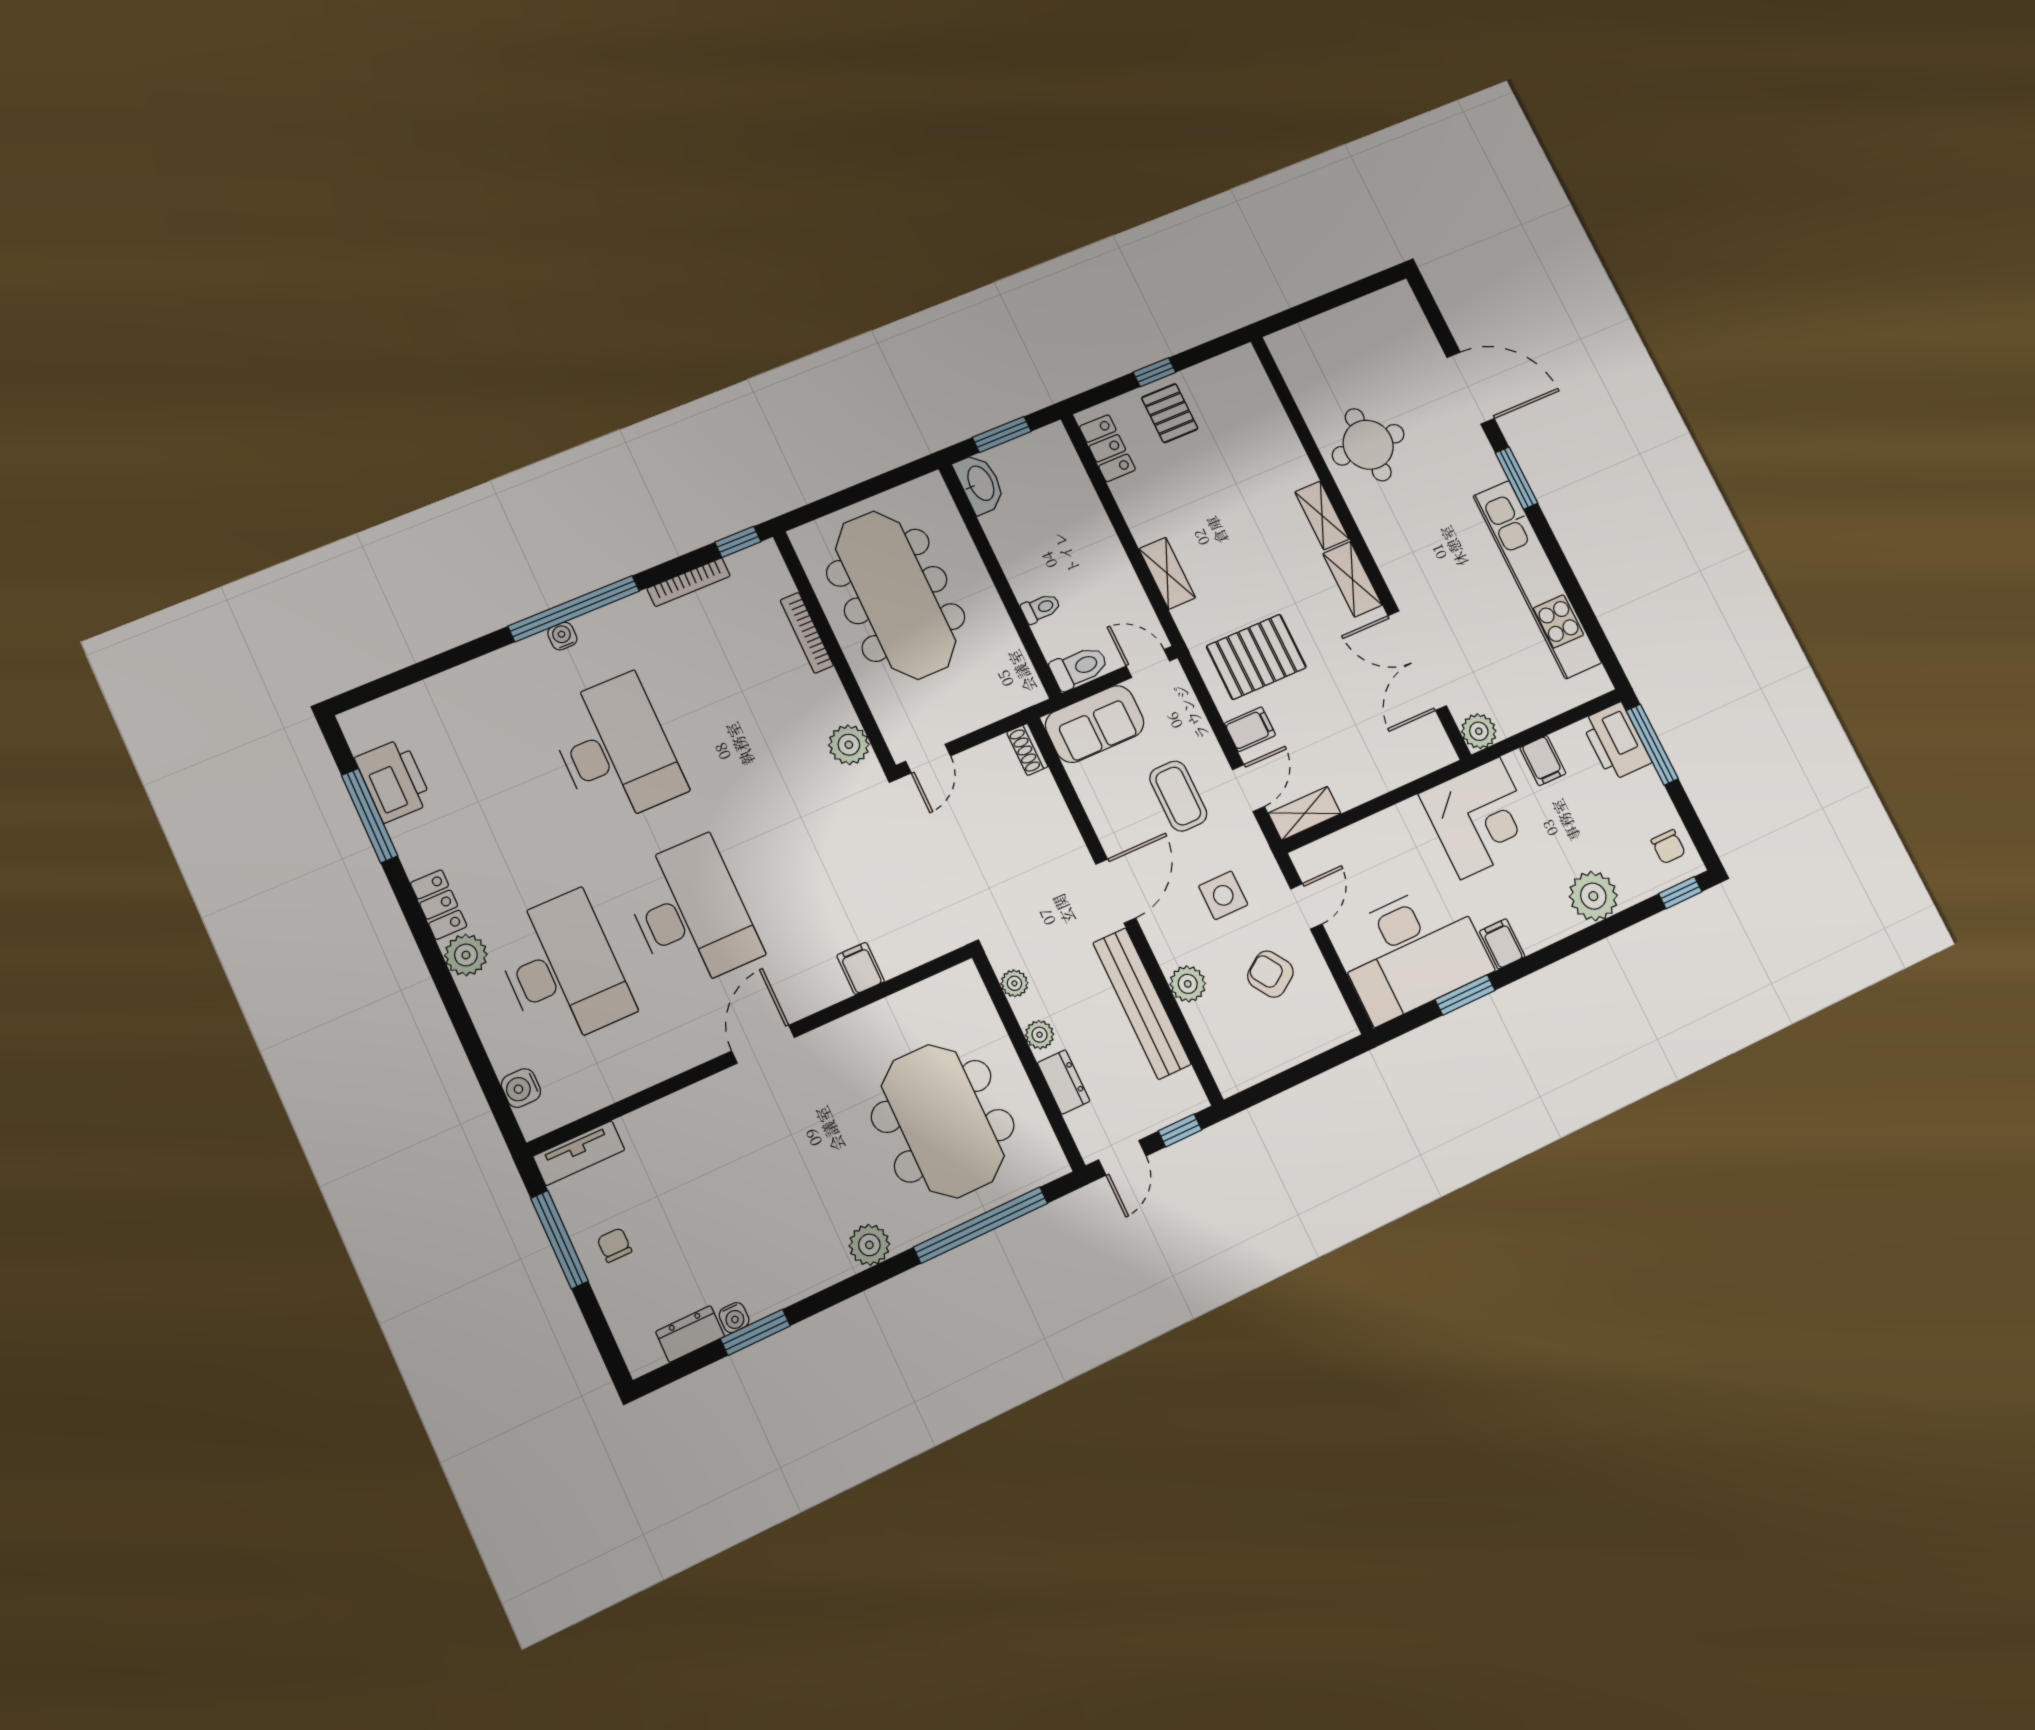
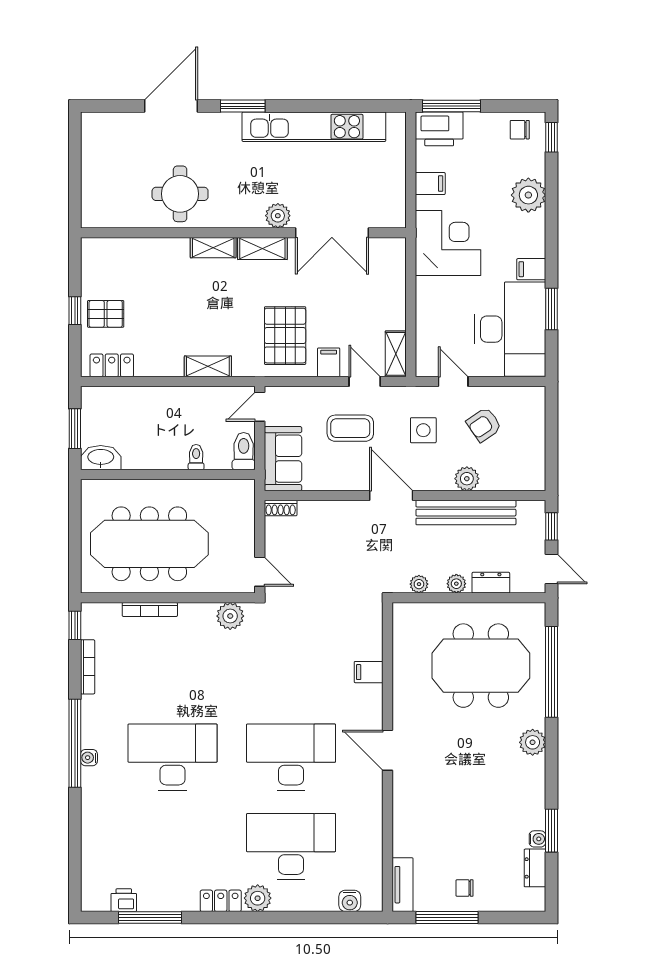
plant: (1479, 731) -> (278, 216), moved
printer: (394, 780) -> (124, 900), width x0.53, depth x0.68
chair: (1668, 847) -> (520, 130), turned 180

